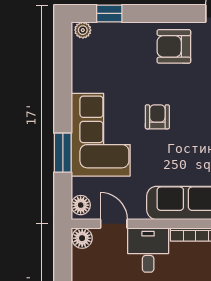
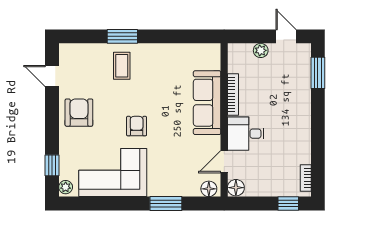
armchair: (174, 46) -> (79, 113), turned 180
armchair: (157, 117) -> (137, 126), turned 90
corner sofa: (101, 135) -> (113, 172), moved

